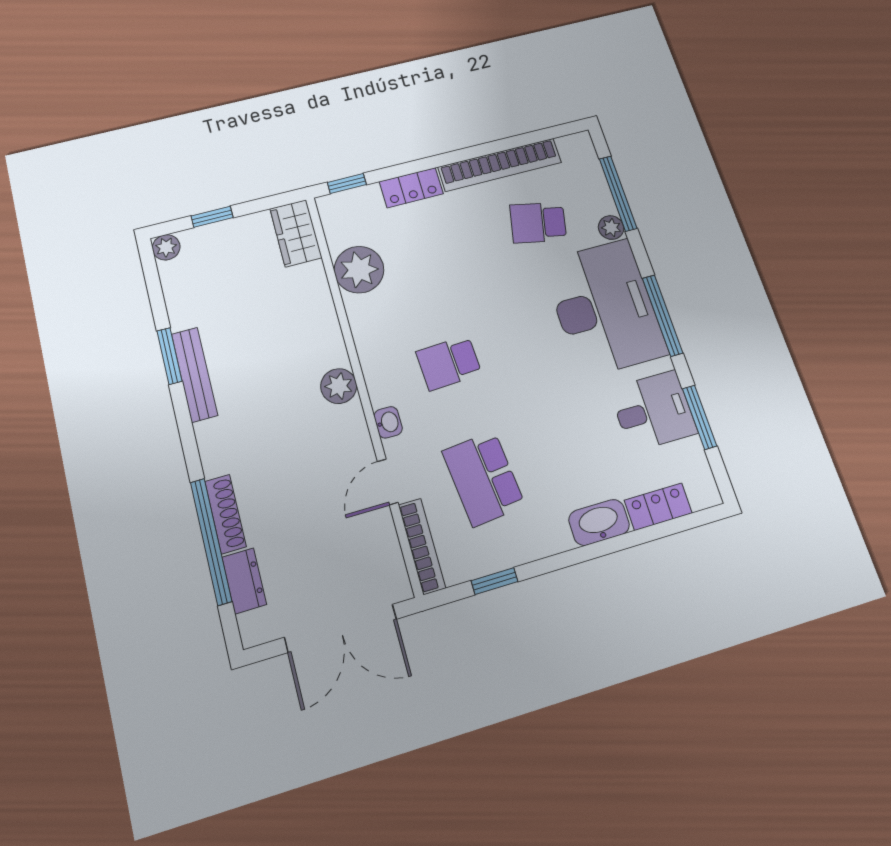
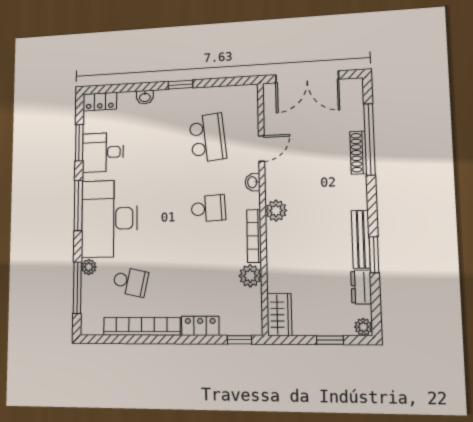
plant: (359, 270) -> (250, 276), width x0.73, depth x0.73
locker: (658, 507) -> (100, 102), moved
washbasin: (599, 522) -> (145, 97), width x0.52, depth x0.69
bookcase: (422, 546) -> (254, 236), moved
dresser: (244, 581) -> (361, 287), moved
window: (494, 581) -> (180, 85), moved
double door: (341, 628) -> (307, 77), swing flipped

